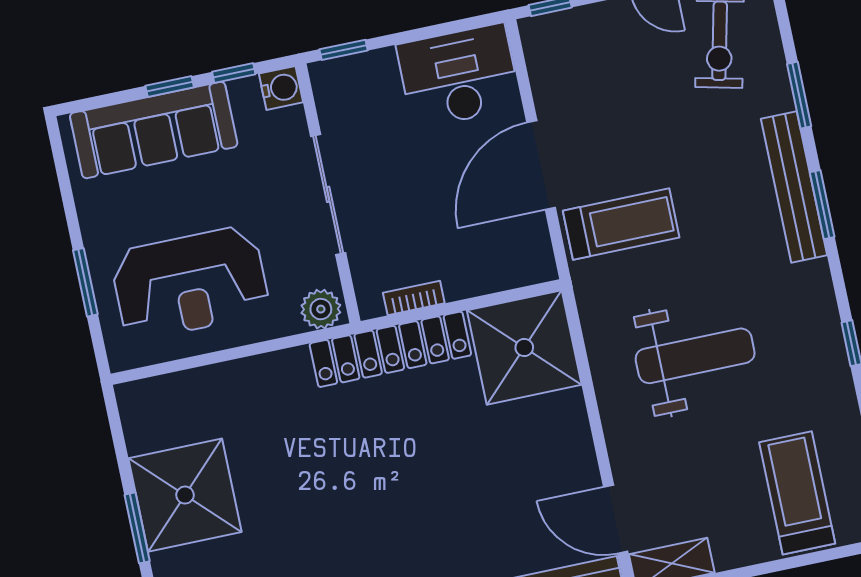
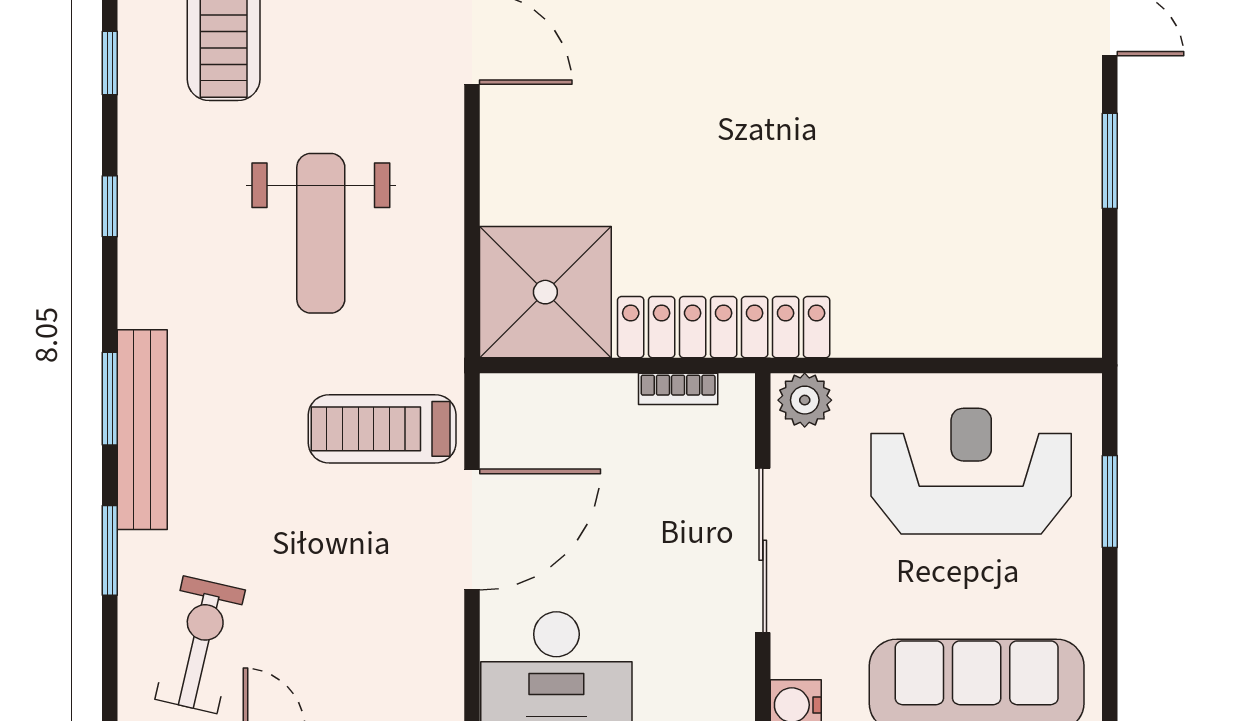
weight bench: (695, 356) -> (321, 233), turned -90
shower: (185, 495) -> (1037, 191), removed

